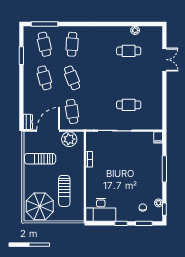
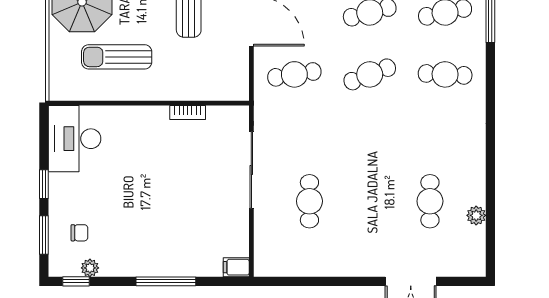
plant: (69, 139) -> (232, 68), removed

